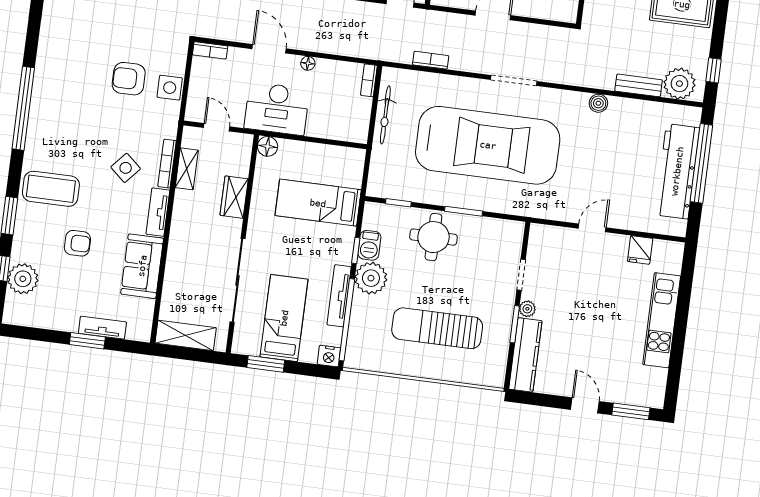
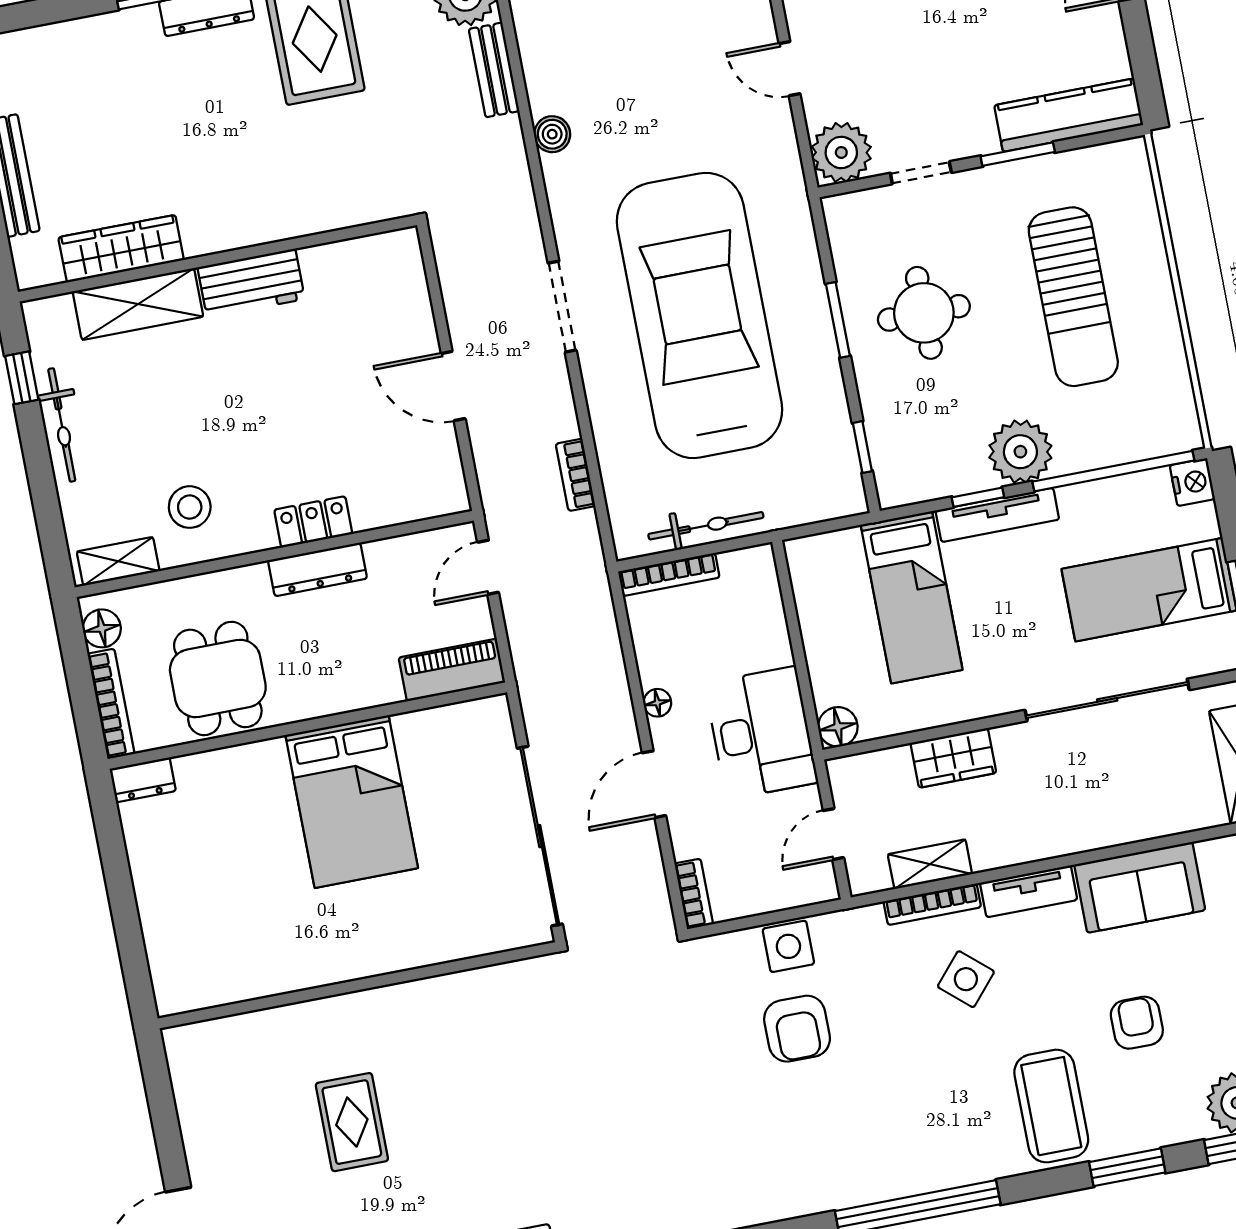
bookcase: (369, 80) -> (669, 575), width x1.56
round table: (433, 237) -> (924, 313), moved
barbecue: (369, 245) -> (960, 475), removed
tv unit: (339, 296) -> (997, 515), moved
plant: (527, 309) -> (841, 152), moved, width x1.88, depth x1.88

